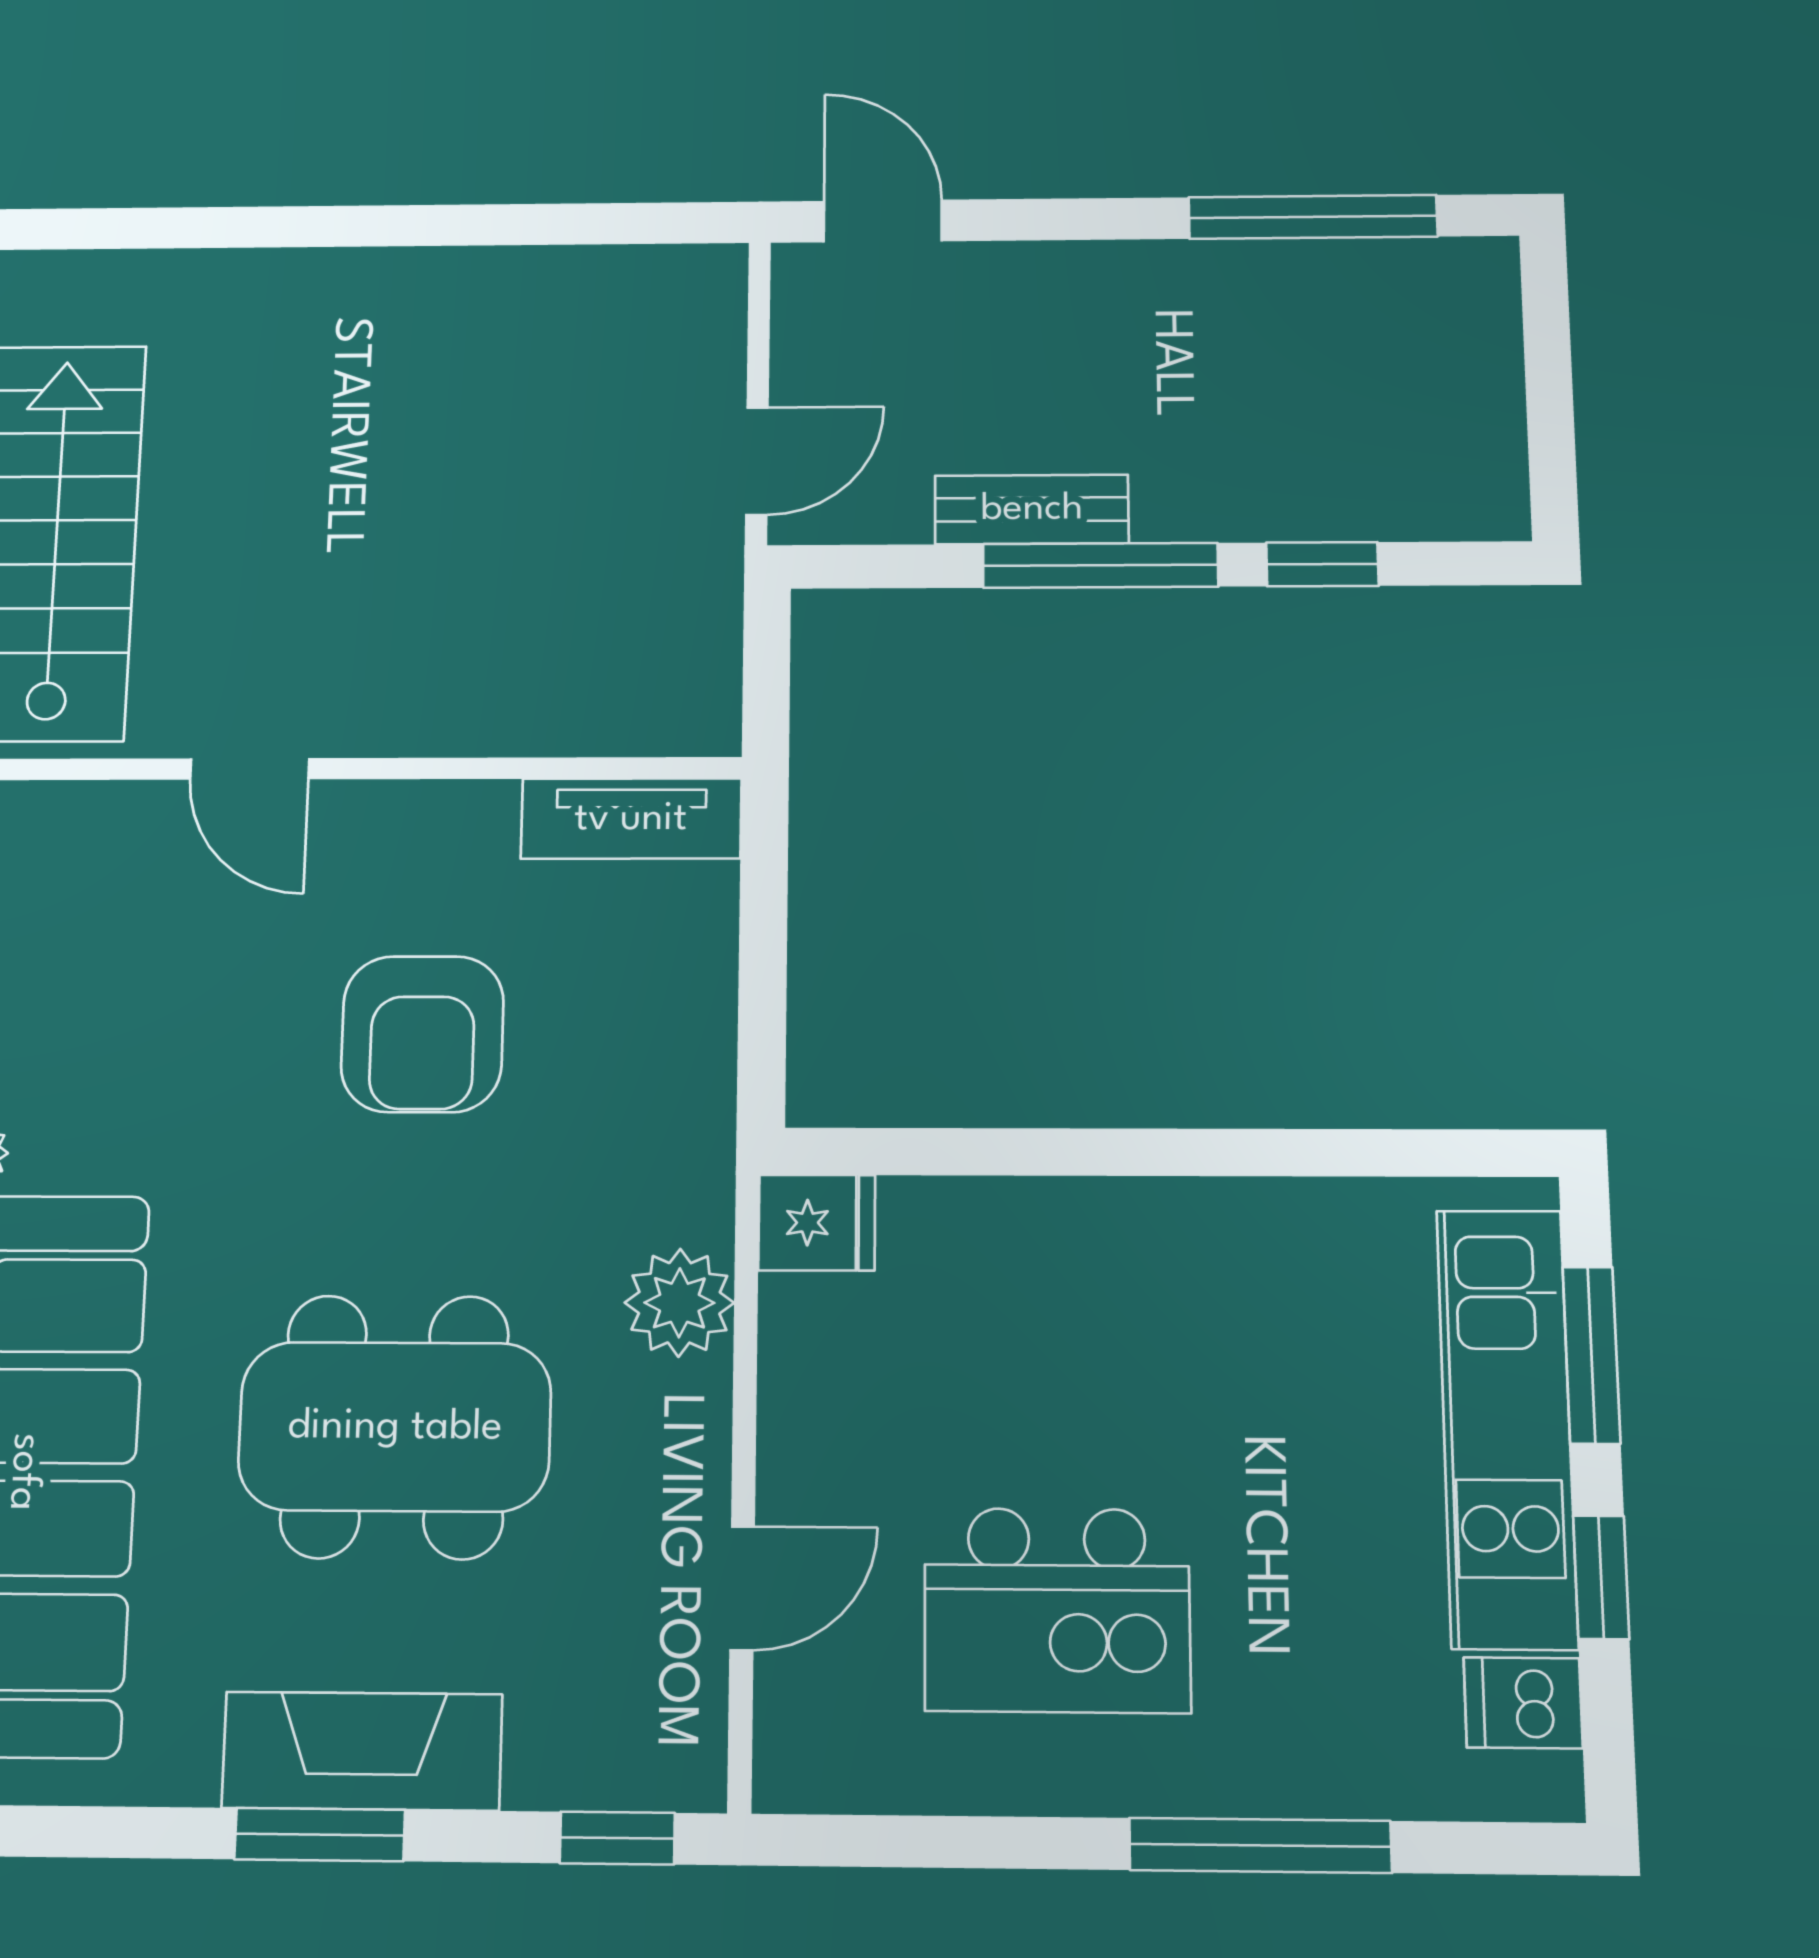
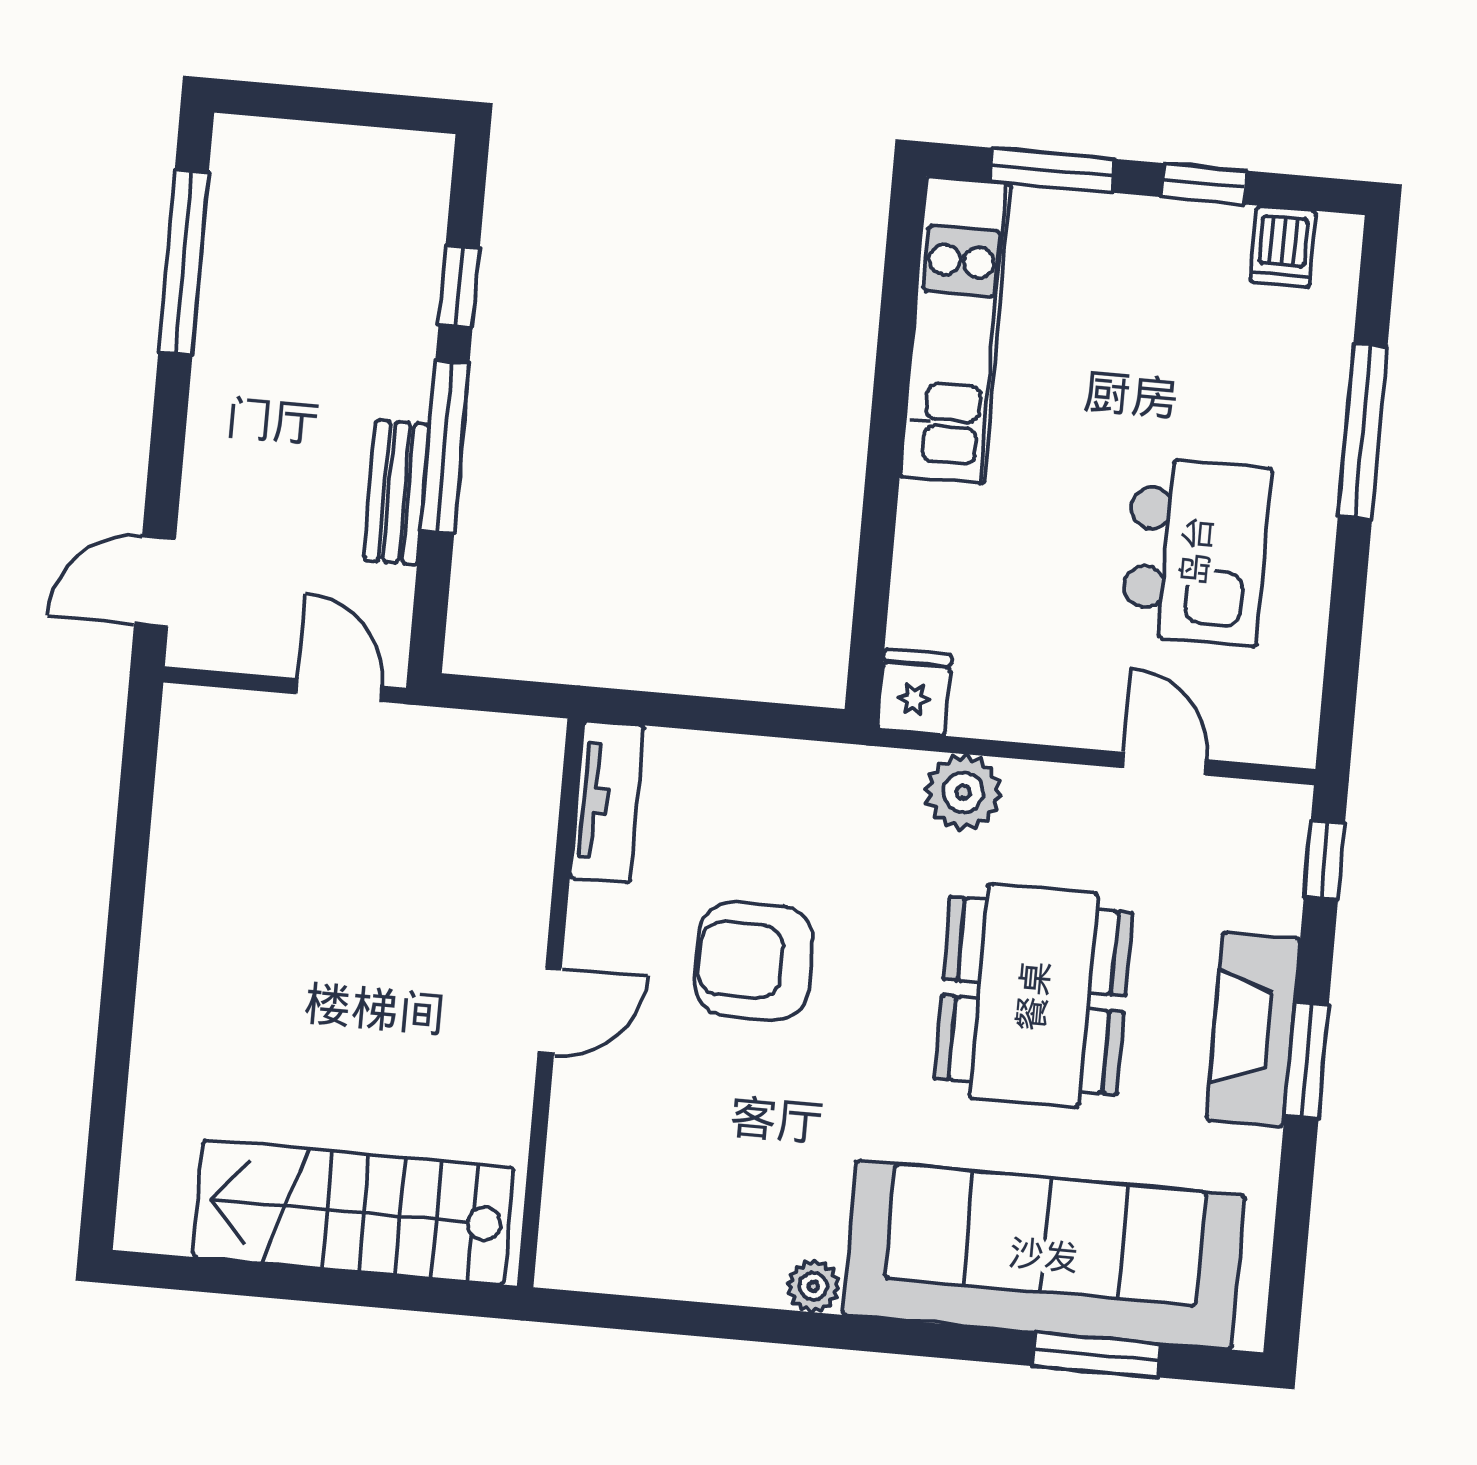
door: (250, 769) -> (550, 1011), moved
armchair: (422, 1034) -> (754, 961), turned 180
kitchen unit: (1507, 1427) -> (955, 330), moved, turned -90

